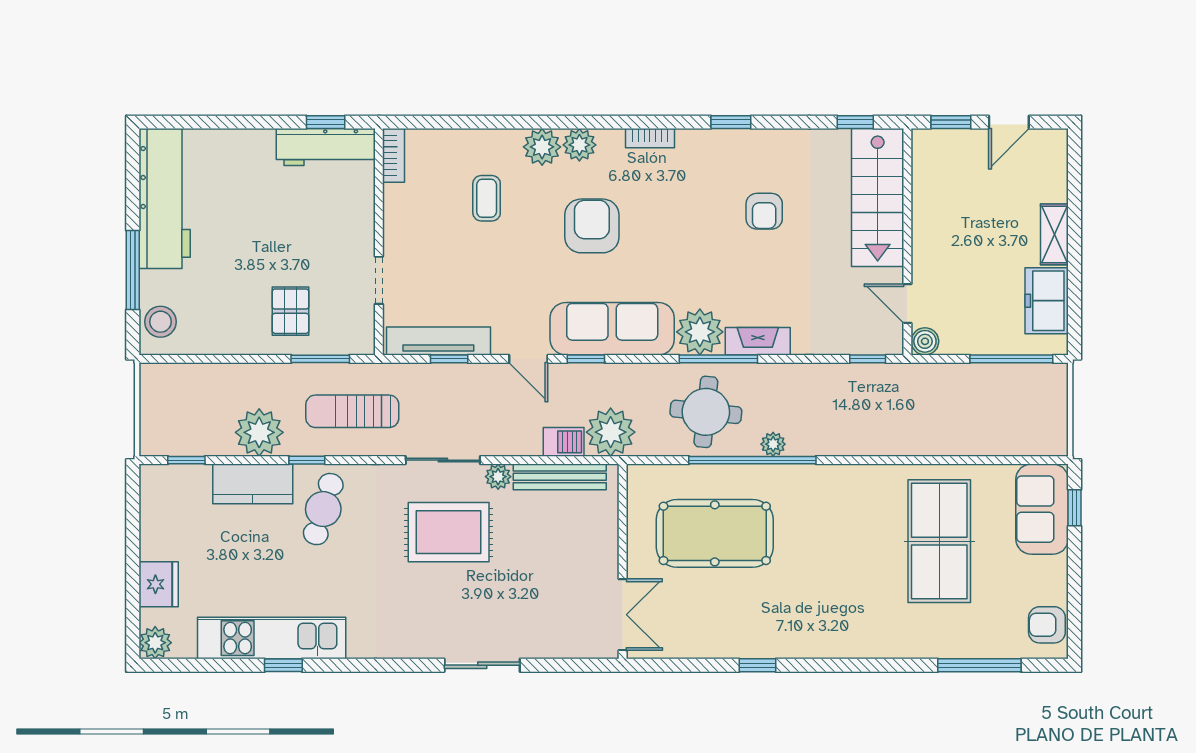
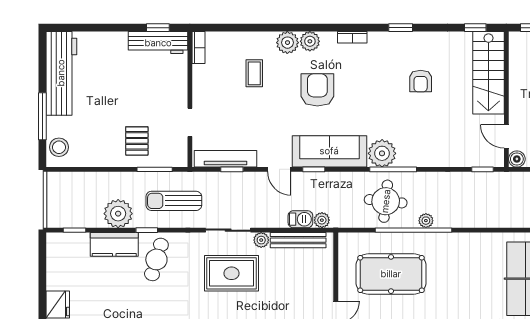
fireplace: (758, 341) -> (417, 159), removed
plant: (611, 432) -> (322, 220), width x0.53, depth x0.53

